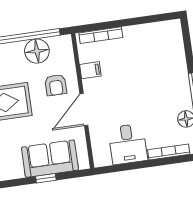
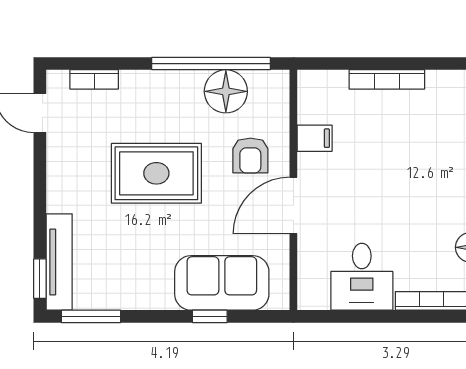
bookcase: (101, 35) -> (387, 79), moved

